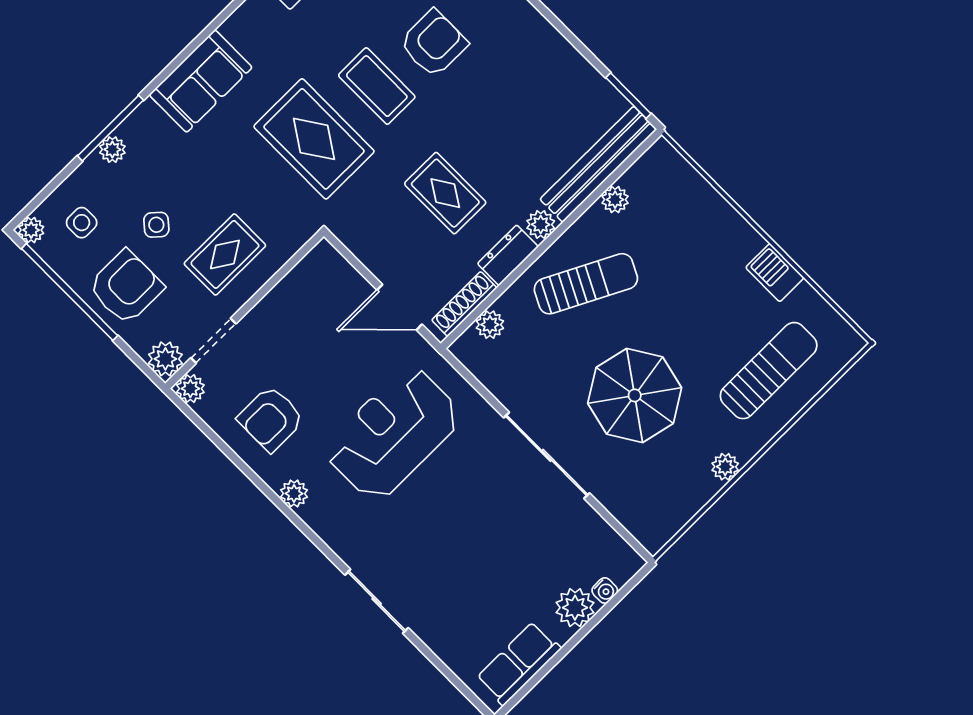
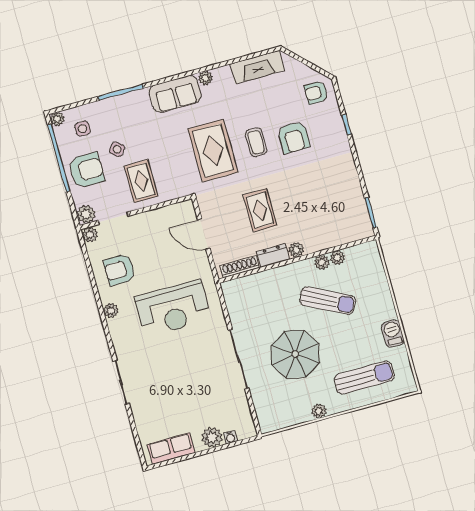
armchair: (434, 43) -> (294, 137), turned 90
coffee table: (377, 86) -> (256, 142), width x0.73, depth x0.77
plant: (112, 150) -> (205, 78), moved
bench: (598, 164) -> (339, 237), removed
rug: (225, 254) -> (141, 181), turned 90
sun lounger: (586, 284) -> (328, 301), moved
door: (399, 307) -> (204, 234), moved
plant: (490, 325) -> (322, 262), moved
reception desk: (393, 433) -> (173, 309), turned 180

